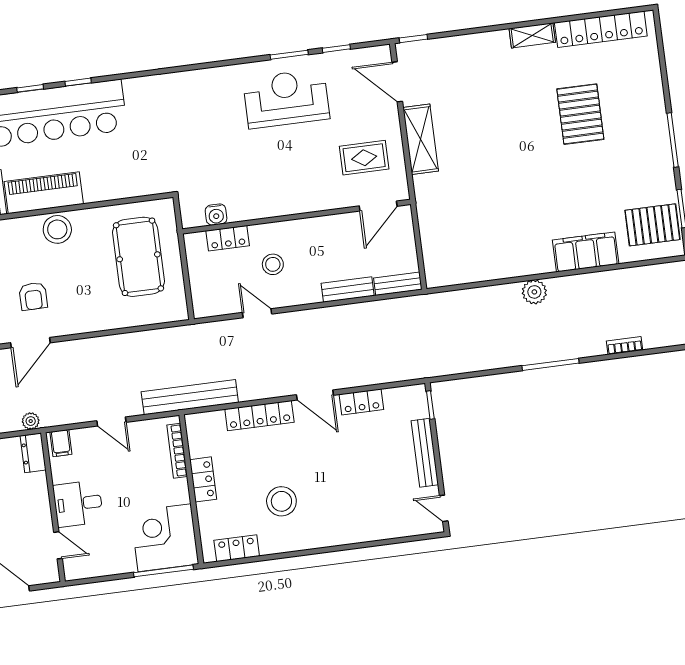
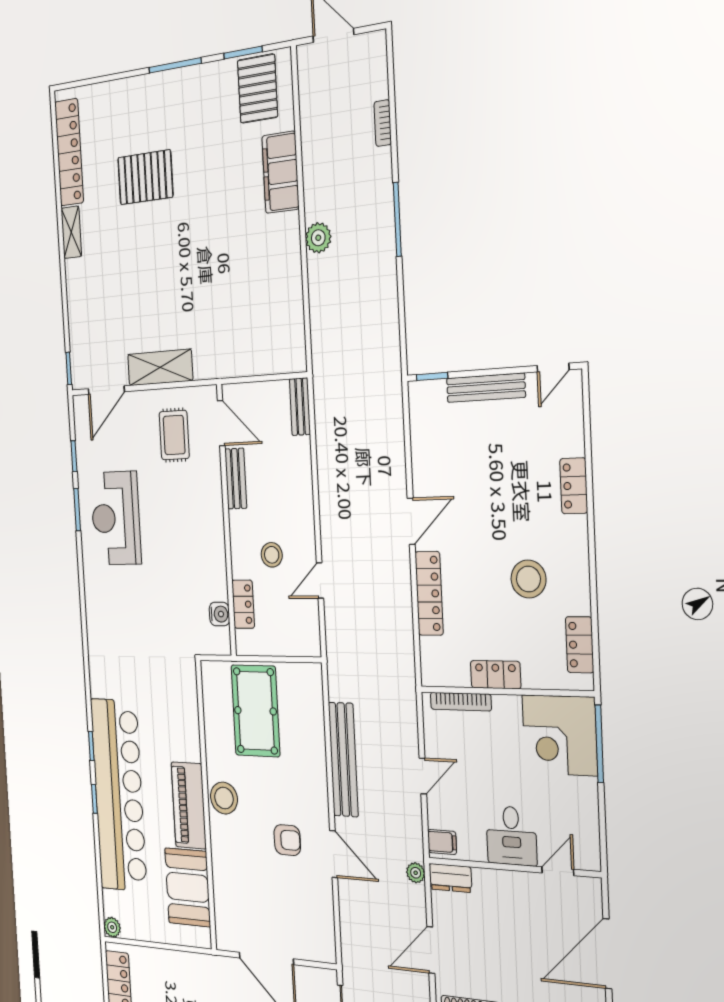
pool table: (138, 257) -> (255, 711), turned 90
bench: (348, 290) -> (236, 479), moved
bench: (190, 397) -> (343, 760), moved
locker: (361, 402) -> (574, 486), moved, turned 180

